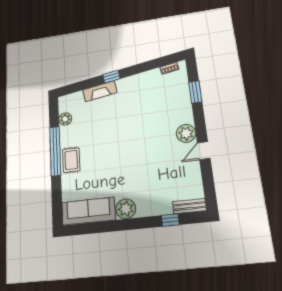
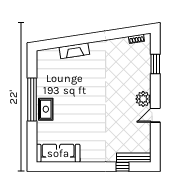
window: (111, 77) -> (86, 39), removed
plant: (65, 119) -> (42, 72), removed
bench: (189, 206) -> (134, 158), width x1.36
plant: (126, 209) -> (89, 155), removed

